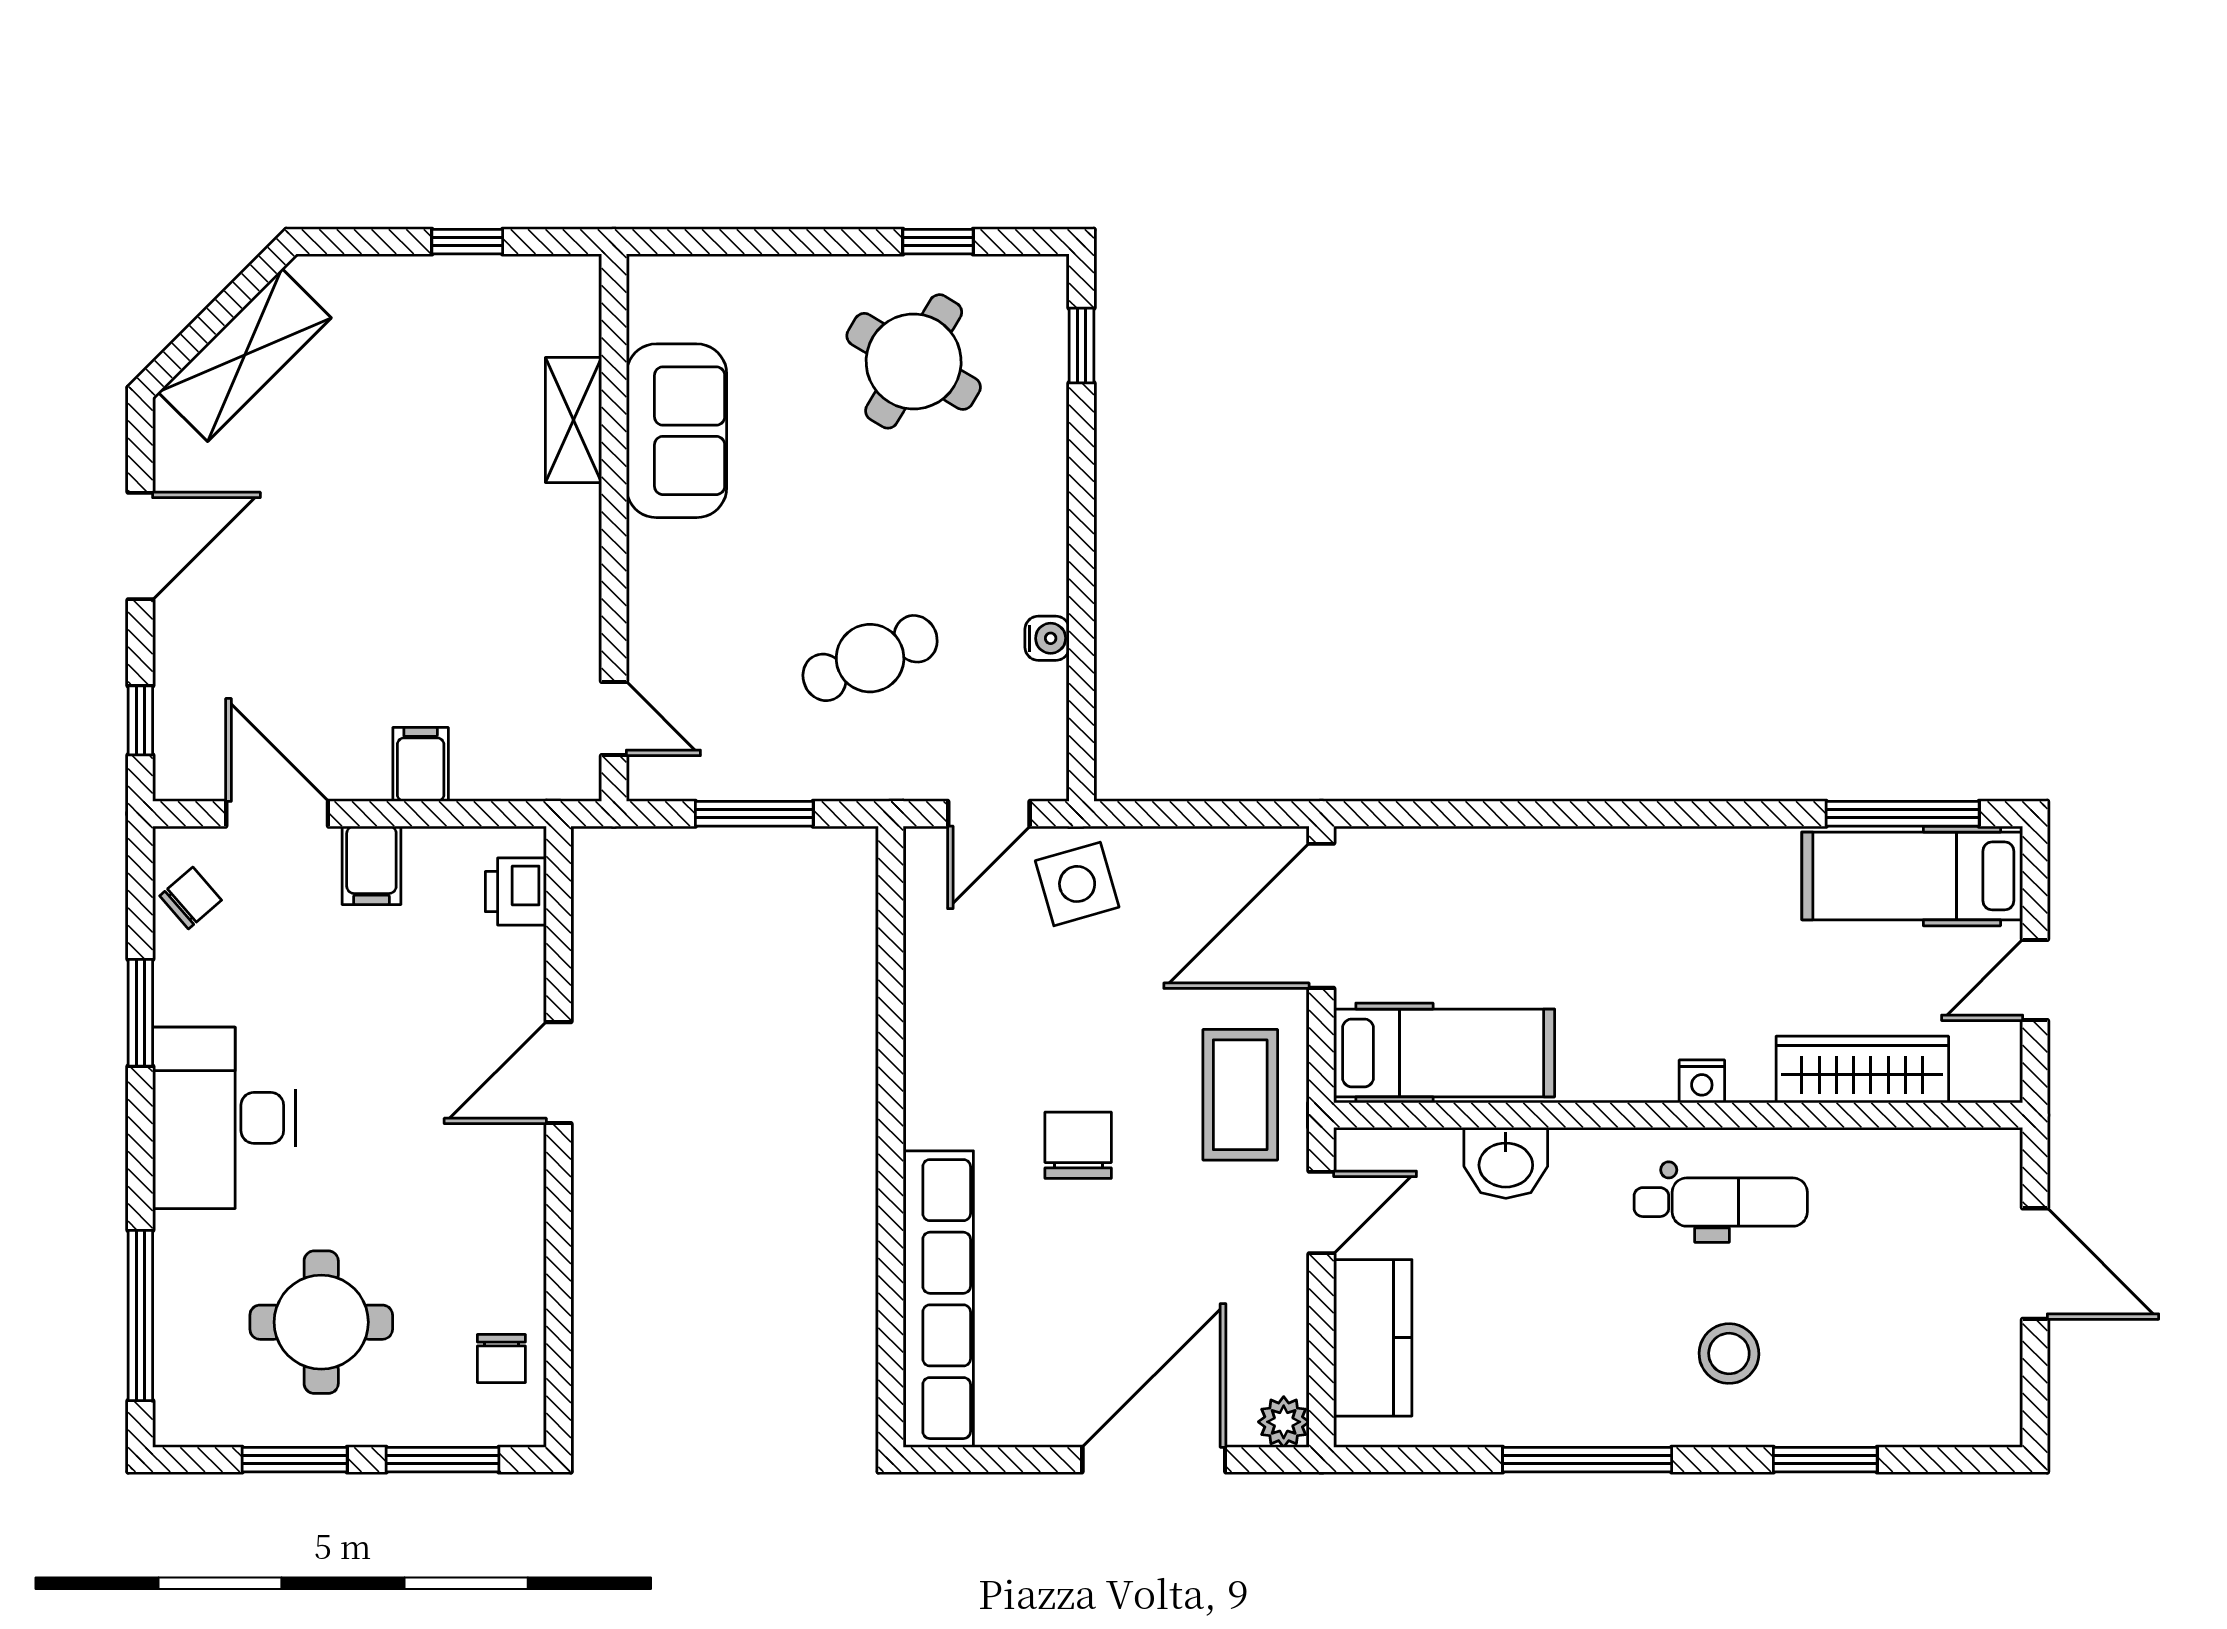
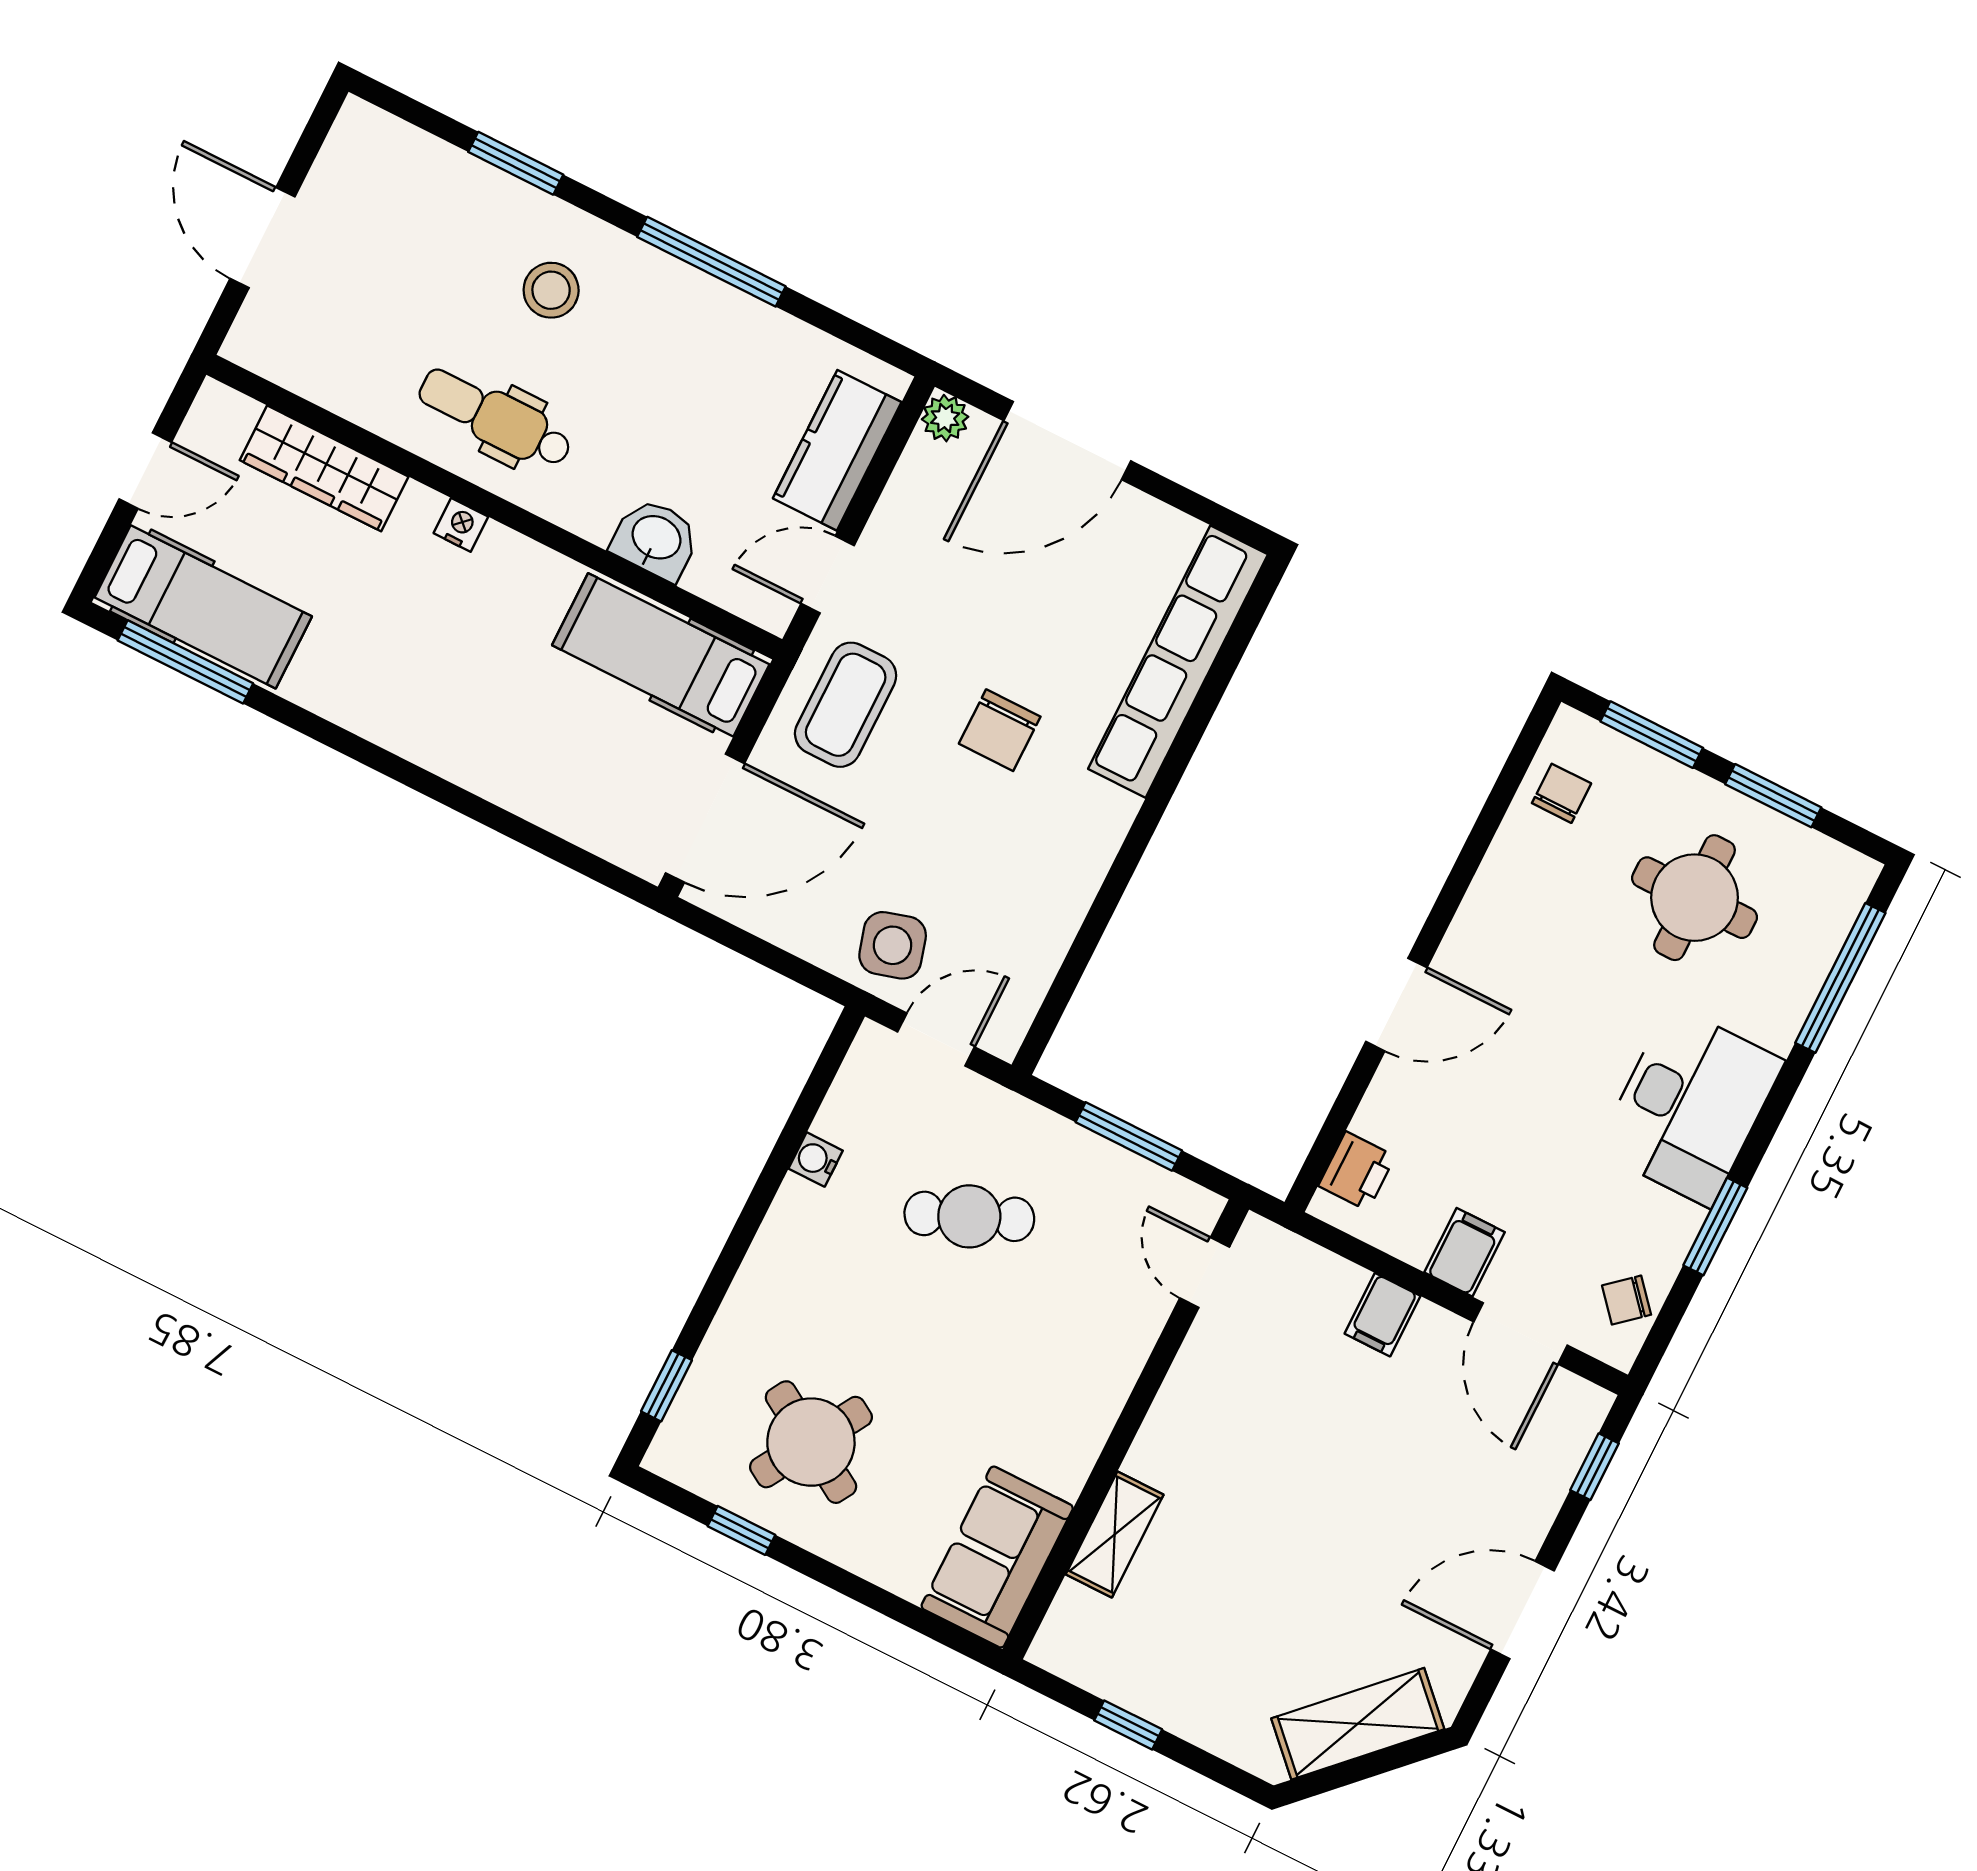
sofa: (677, 431) -> (997, 1557), moved

